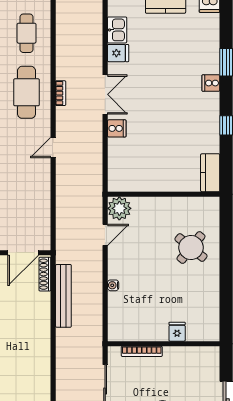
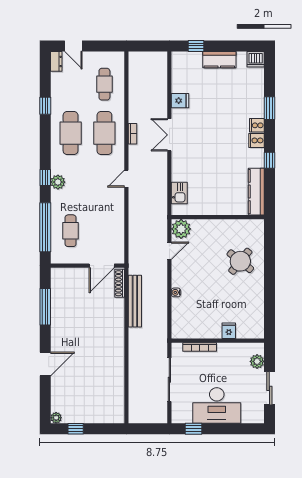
kitchen sink: (117, 30) -> (179, 193), moved
double door: (105, 94) -> (169, 135), swing flipped
cooker: (117, 128) -> (257, 140), moved, turned 180
kitchen counter: (210, 173) -> (256, 192), width x1.50
plant: (211, 369) -> (257, 361), added

